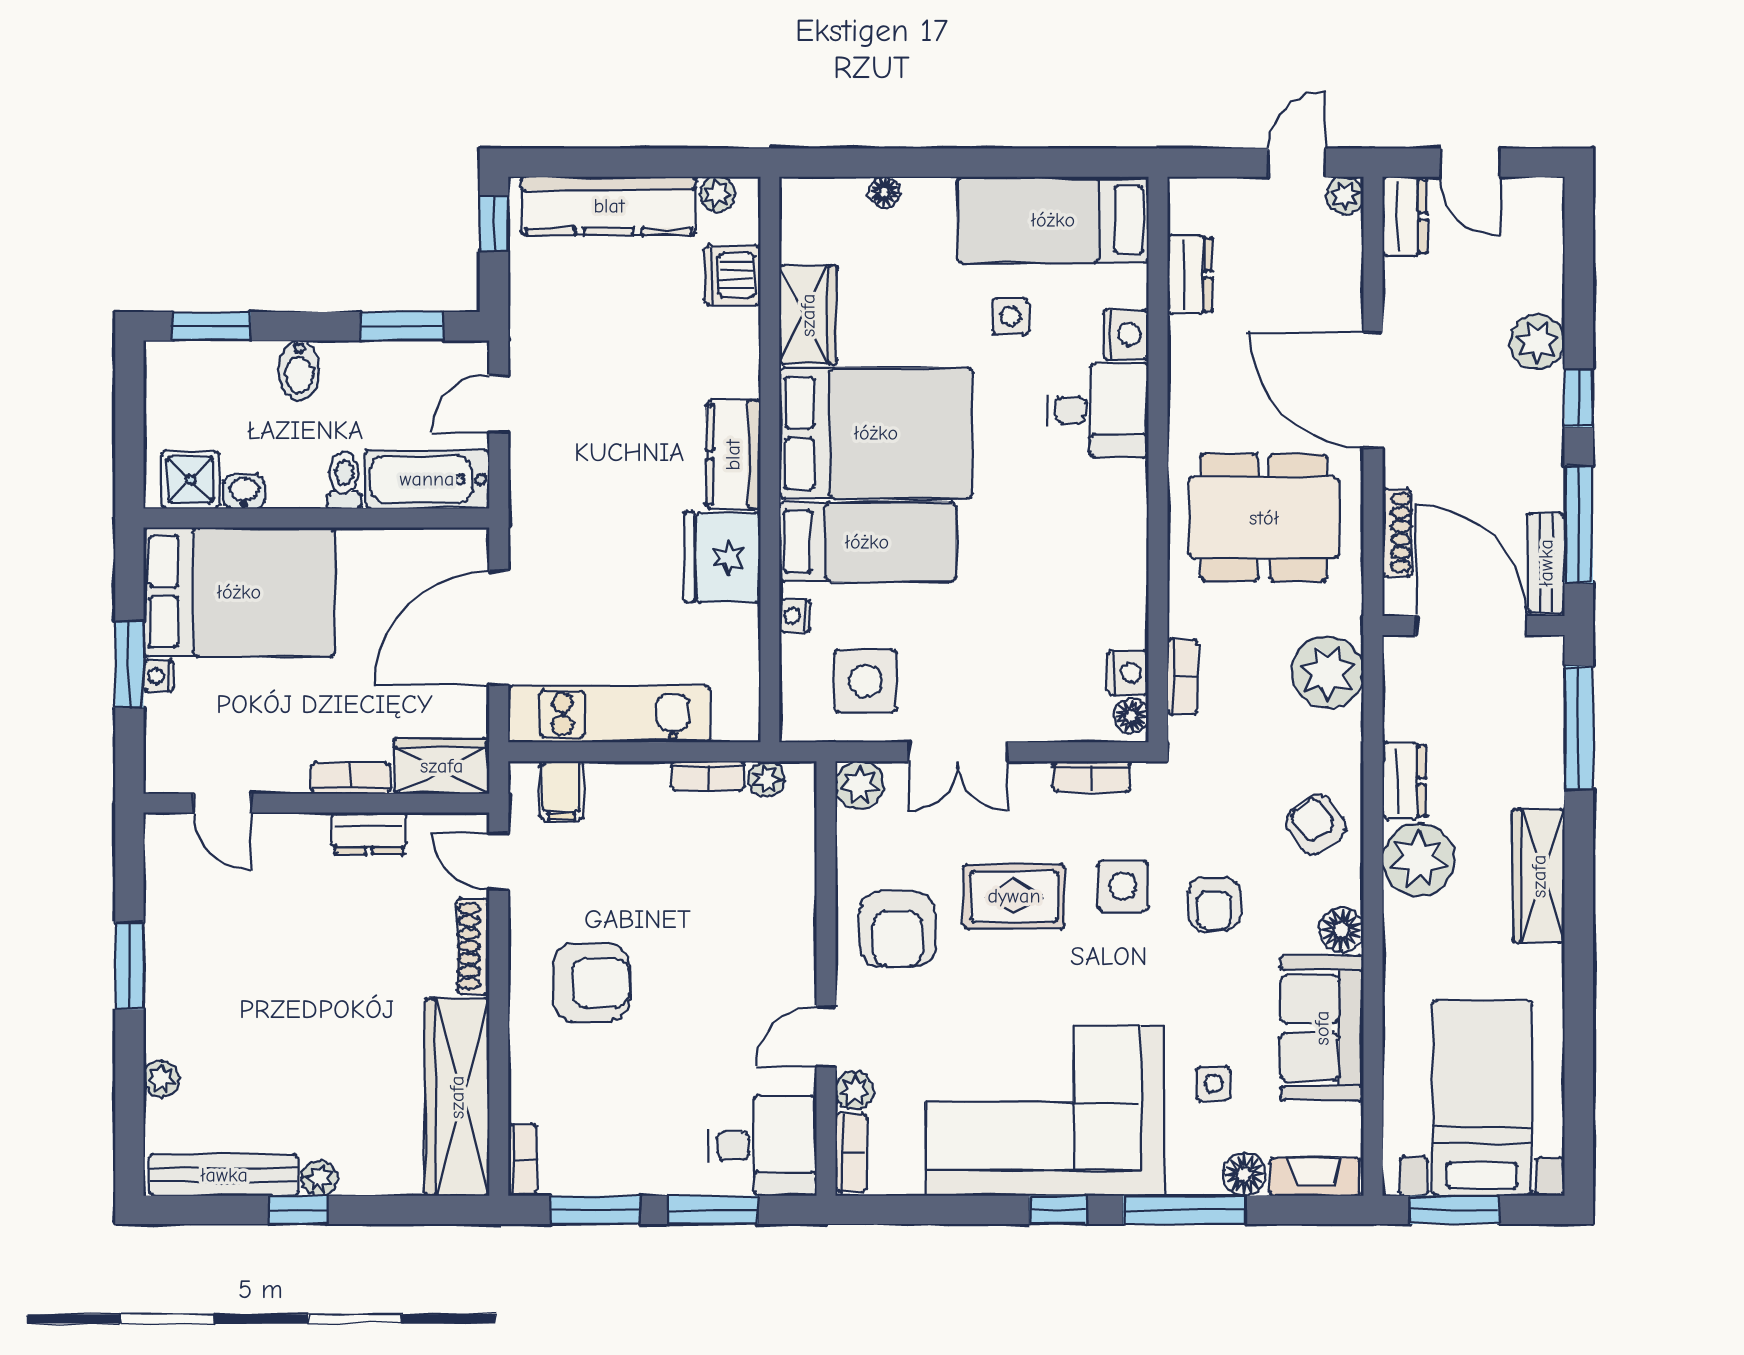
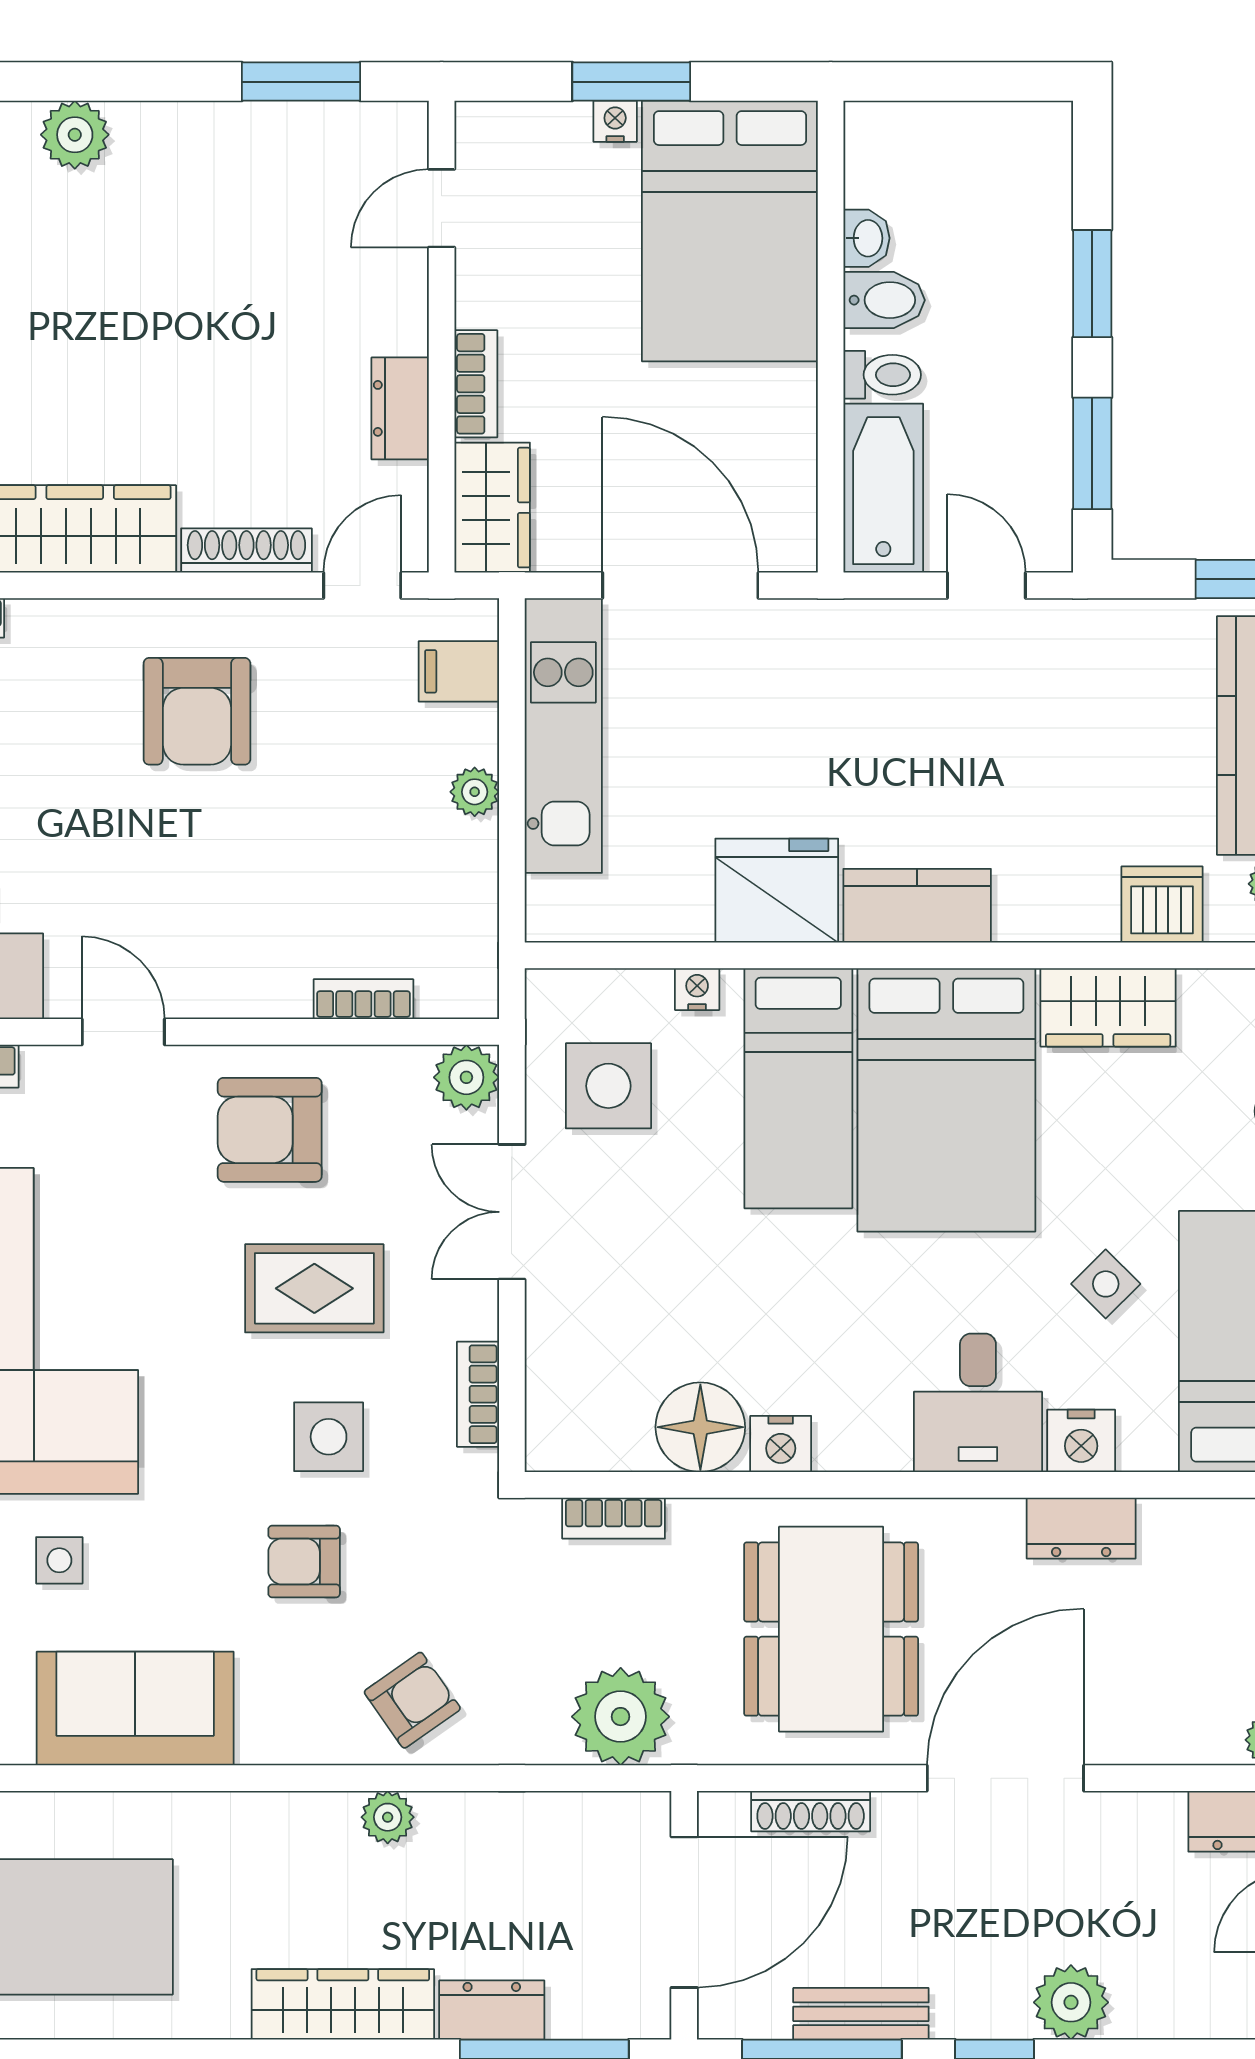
dresser: (1190, 275) -> (1081, 1528), moved
side table: (1011, 316) -> (1106, 1284), turned 45
window: (211, 326) -> (1092, 284), moved
bidet: (299, 370) -> (884, 300), moved, turned 180
shower: (190, 480) -> (883, 165), removed
bench: (1546, 563) -> (861, 2014), moved
nightstand: (1128, 673) -> (781, 1444), moved
floor lamp: (1131, 716) -> (700, 1427), moved, width x1.89, depth x1.89
bookcase: (708, 776) -> (363, 999), moved, turned 90
plant: (766, 779) -> (475, 792), moved
dresser: (1404, 781) -> (492, 2010), moved, turned 180
plant: (1419, 860) -> (388, 1817), width x0.53, depth x0.53
rug: (1014, 896) -> (314, 1288), turned 90
floor lamp: (1341, 930) -> (269, 1735), removed
window: (129, 966) -> (301, 82), moved
plant: (162, 1079) -> (75, 135), width x1.38, depth x1.38
plant: (854, 1091) -> (50, 1071), removed

